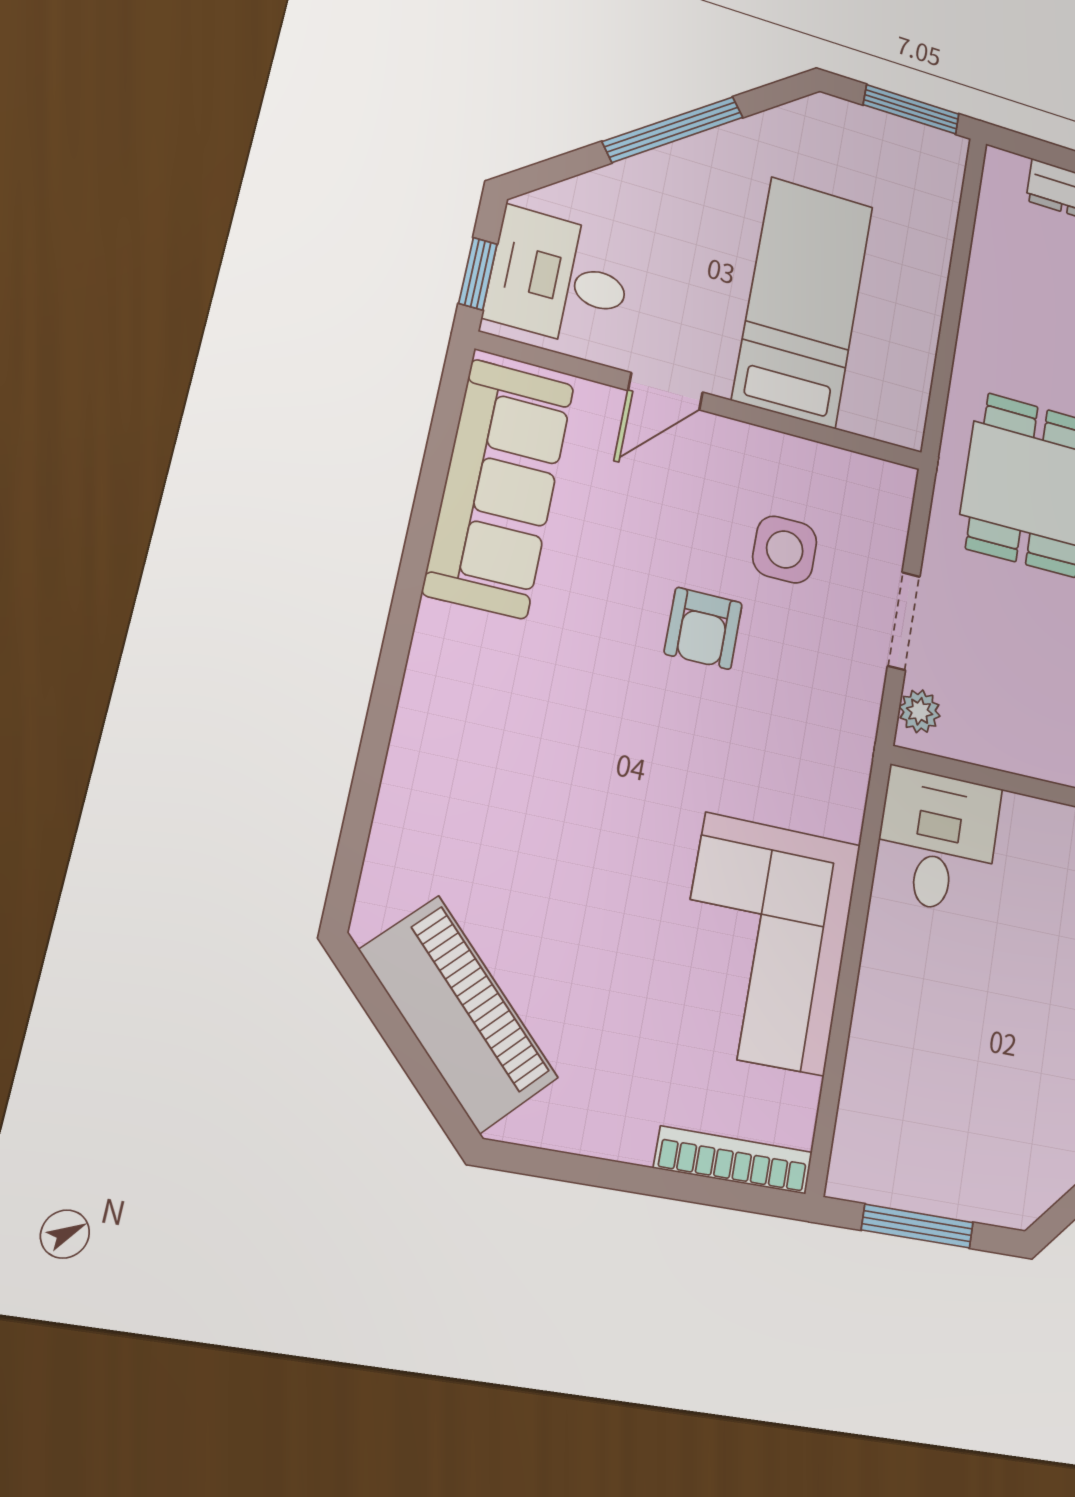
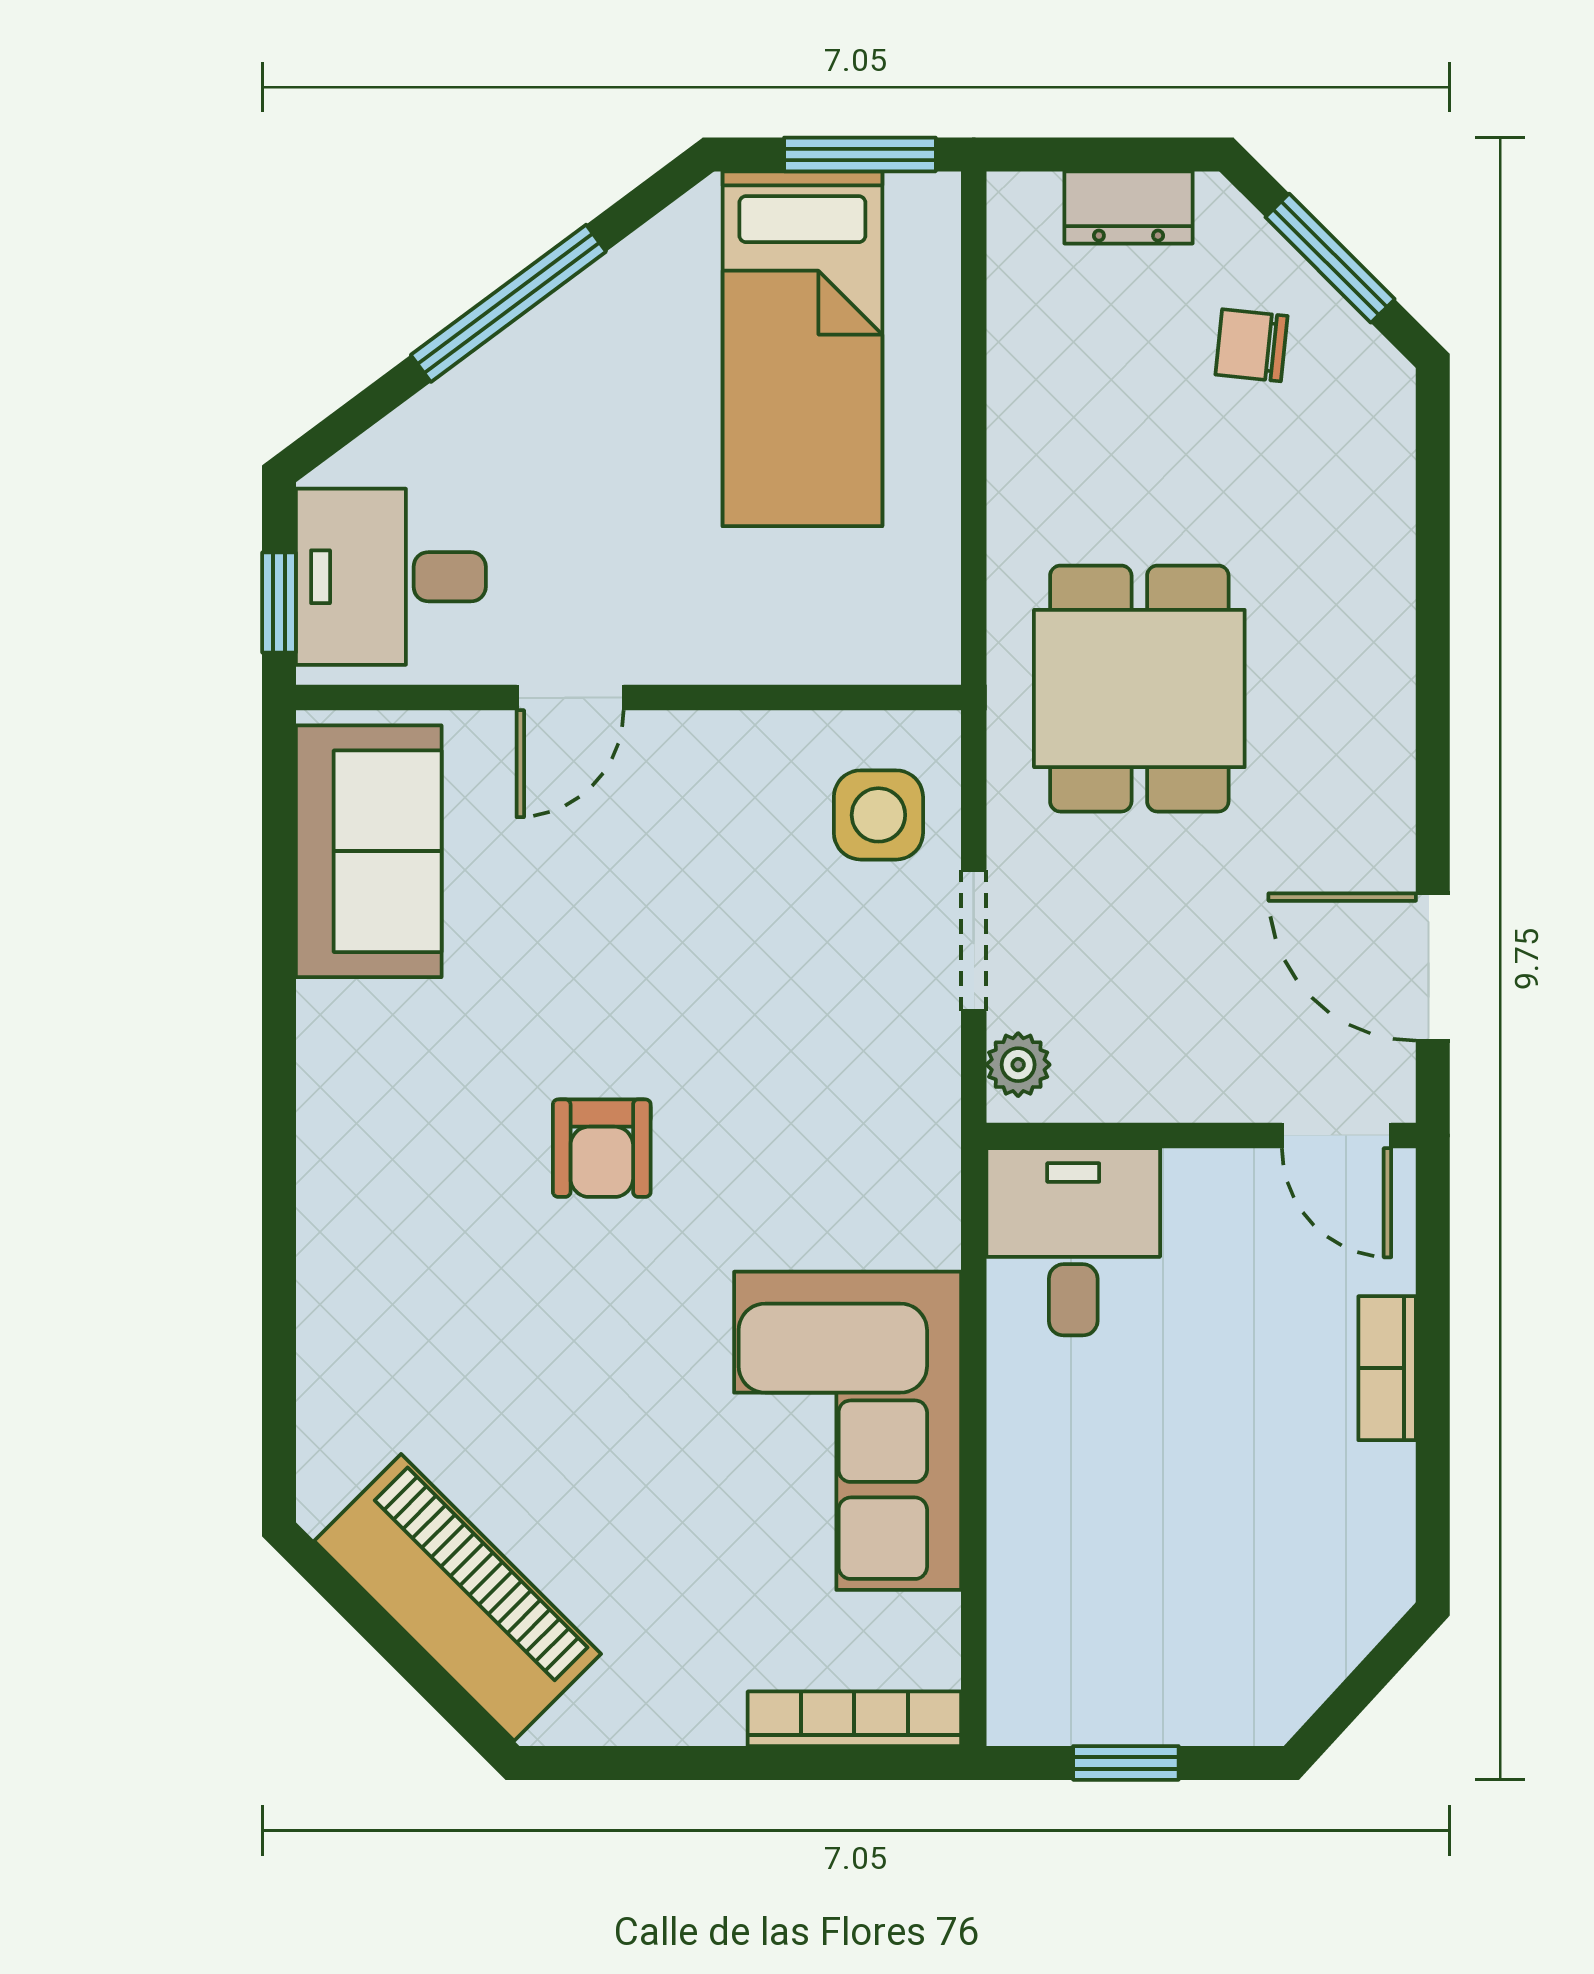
bed: (803, 302) -> (802, 349), moved, turned 180
sofa: (499, 488) -> (369, 851), width x0.73
side table: (785, 549) -> (878, 815), moved
armchair: (703, 628) -> (602, 1148), moved
window: (917, 1226) -> (1126, 1763), width x0.67

